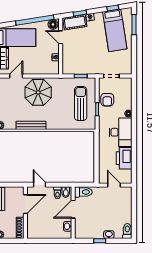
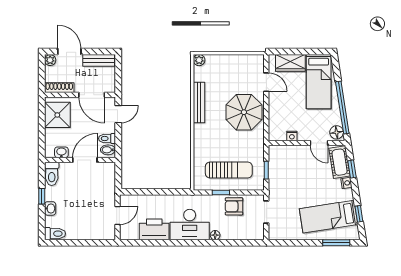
door: (61, 37) -> (319, 143), swing flipped
toilet: (83, 192) -> (52, 174), moved
door: (73, 209) -> (85, 160), hinge flipped
shower: (40, 229) -> (57, 115), added

